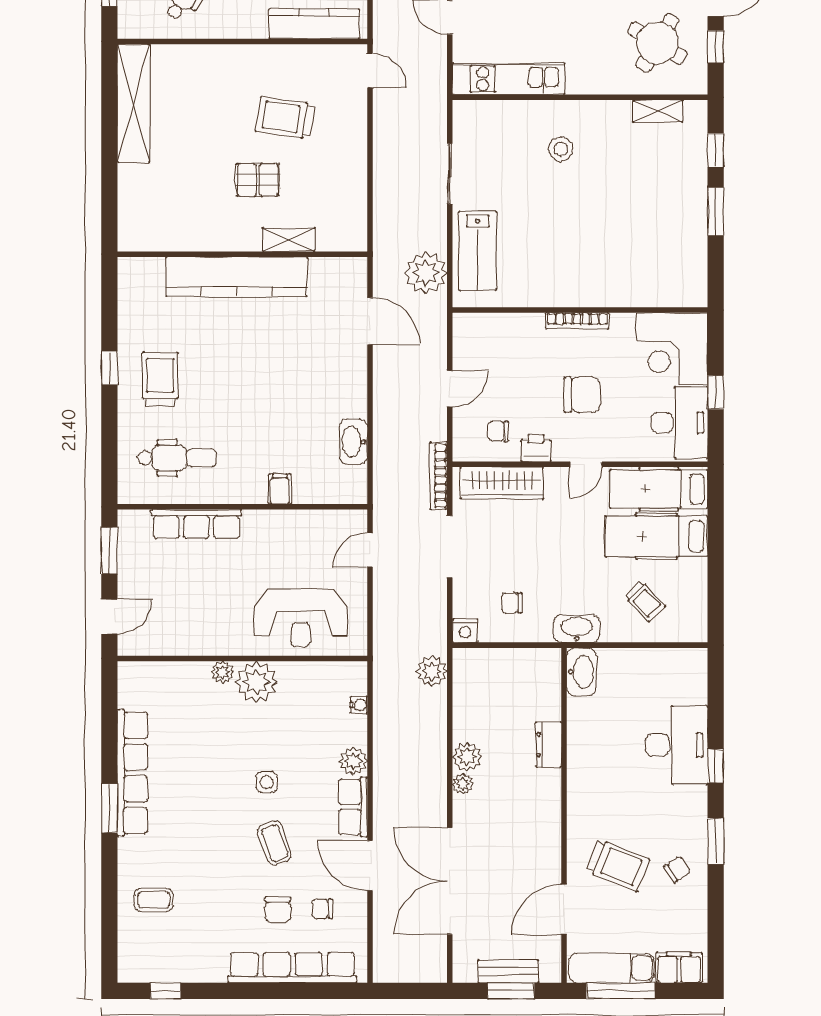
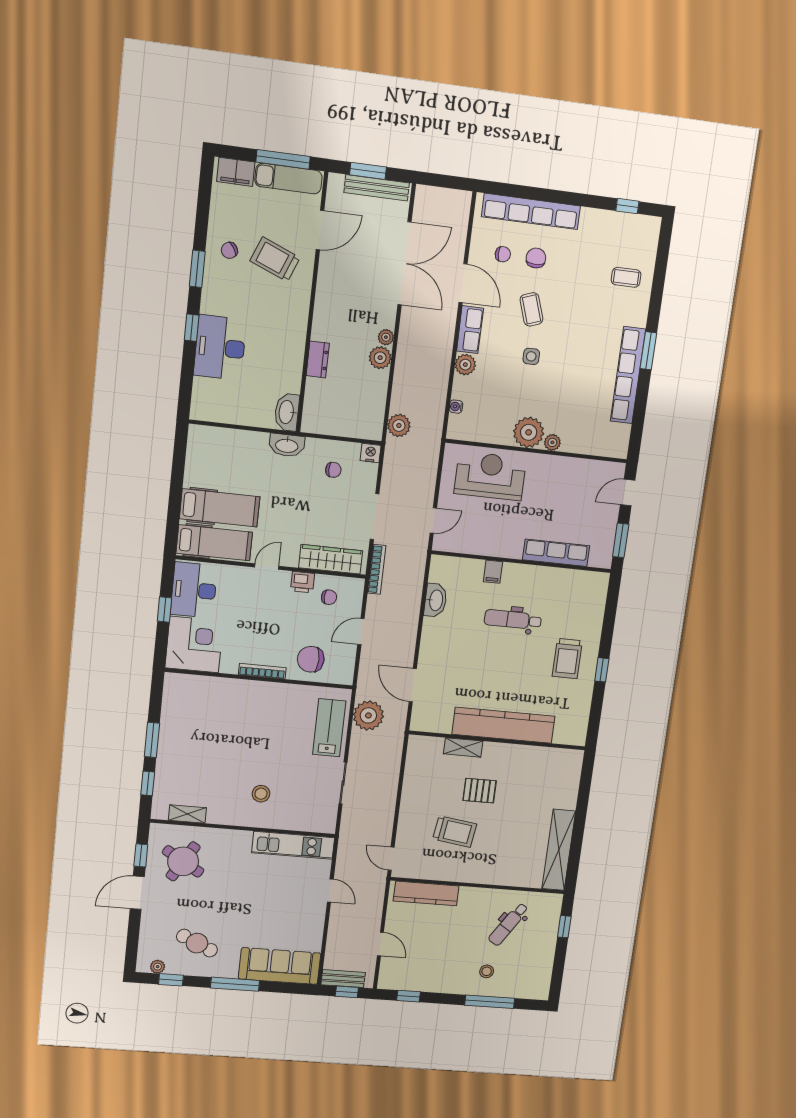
chair: (582, 395) -> (311, 659), moved
dental chair: (177, 458) -> (513, 620), moved
trolley: (645, 601) -> (233, 460), removed
bench: (508, 971) -> (377, 188), width x1.36

